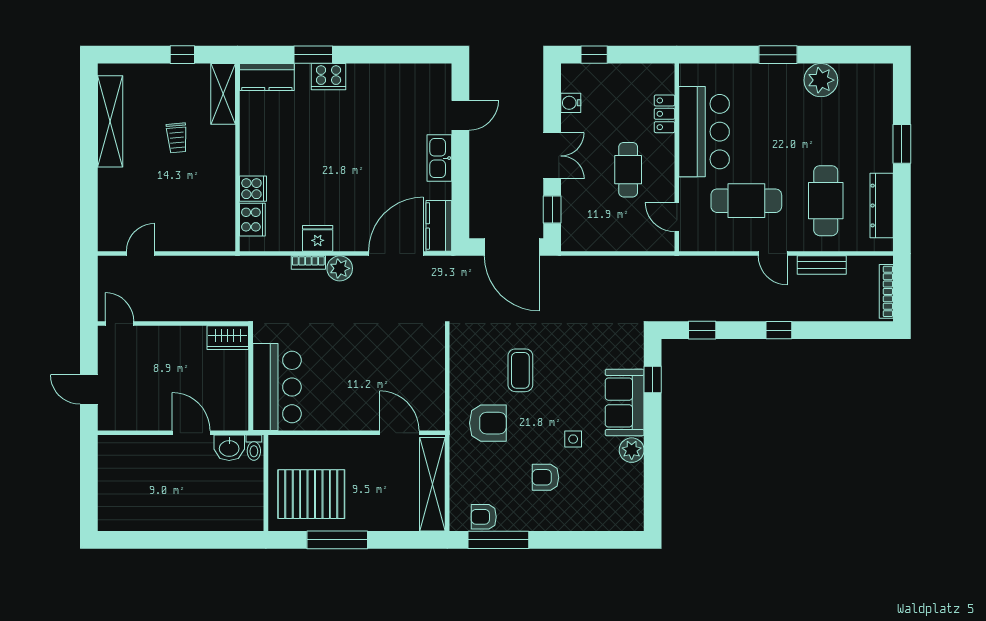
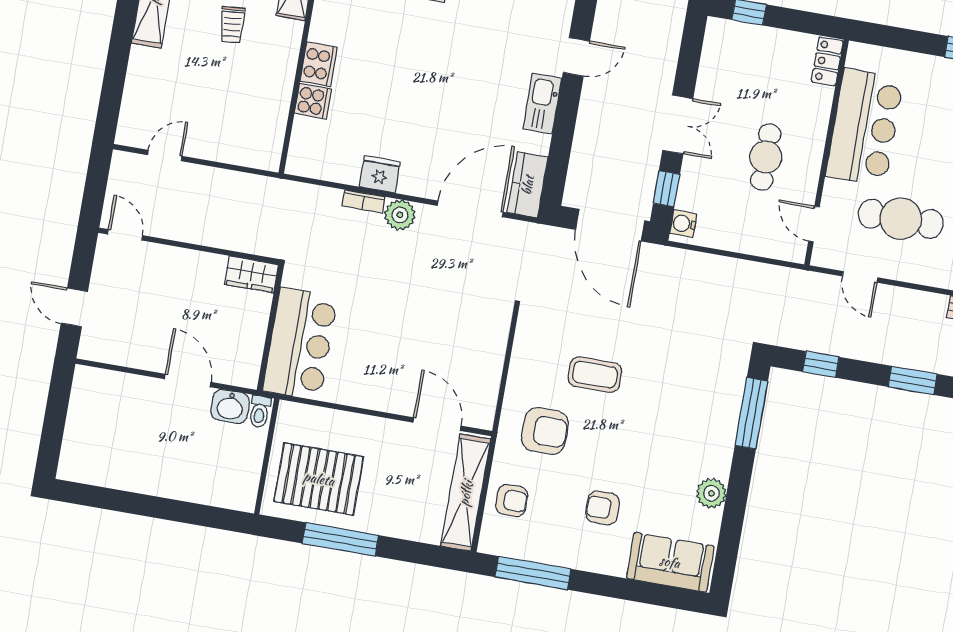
water cooler: (571, 103) -> (683, 224), moved
locker: (664, 114) -> (827, 61), moved
cooker: (252, 220) -> (319, 64), moved
door: (773, 254) -> (860, 277), moved
window: (779, 330) -> (913, 380), width x1.50
coffee table: (520, 370) -> (595, 375), turned 90
window: (653, 380) -> (751, 413), width x2.17
sofa: (625, 402) -> (670, 562), moved, turned 90
side table: (573, 439) -> (644, 468), removed
armchair: (484, 517) -> (512, 500), moved, turned 180

